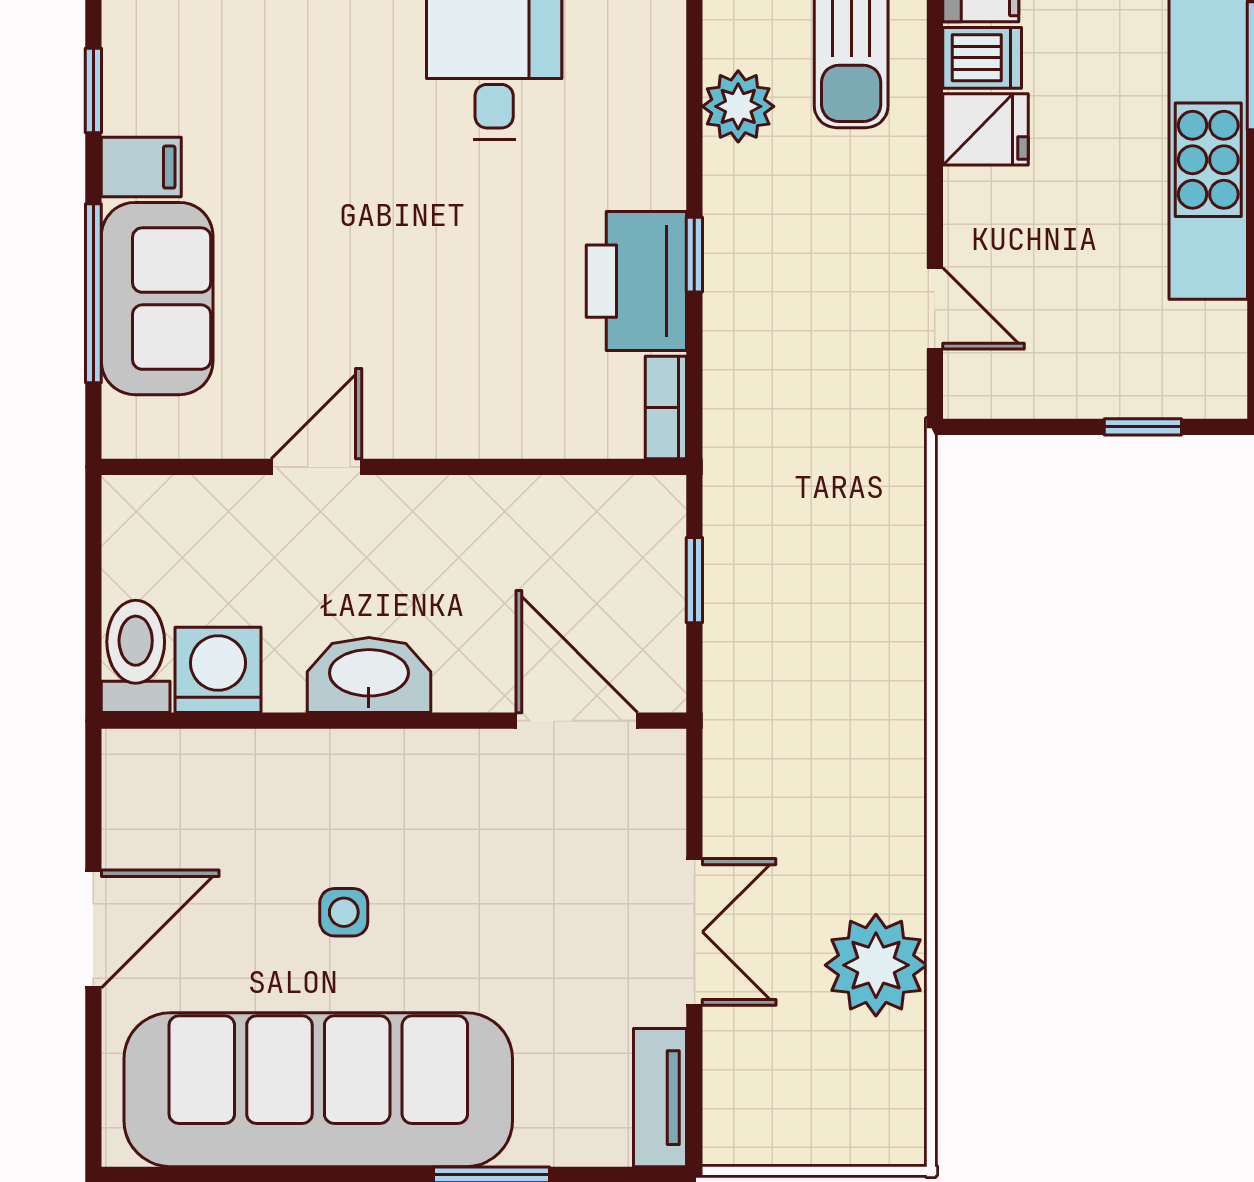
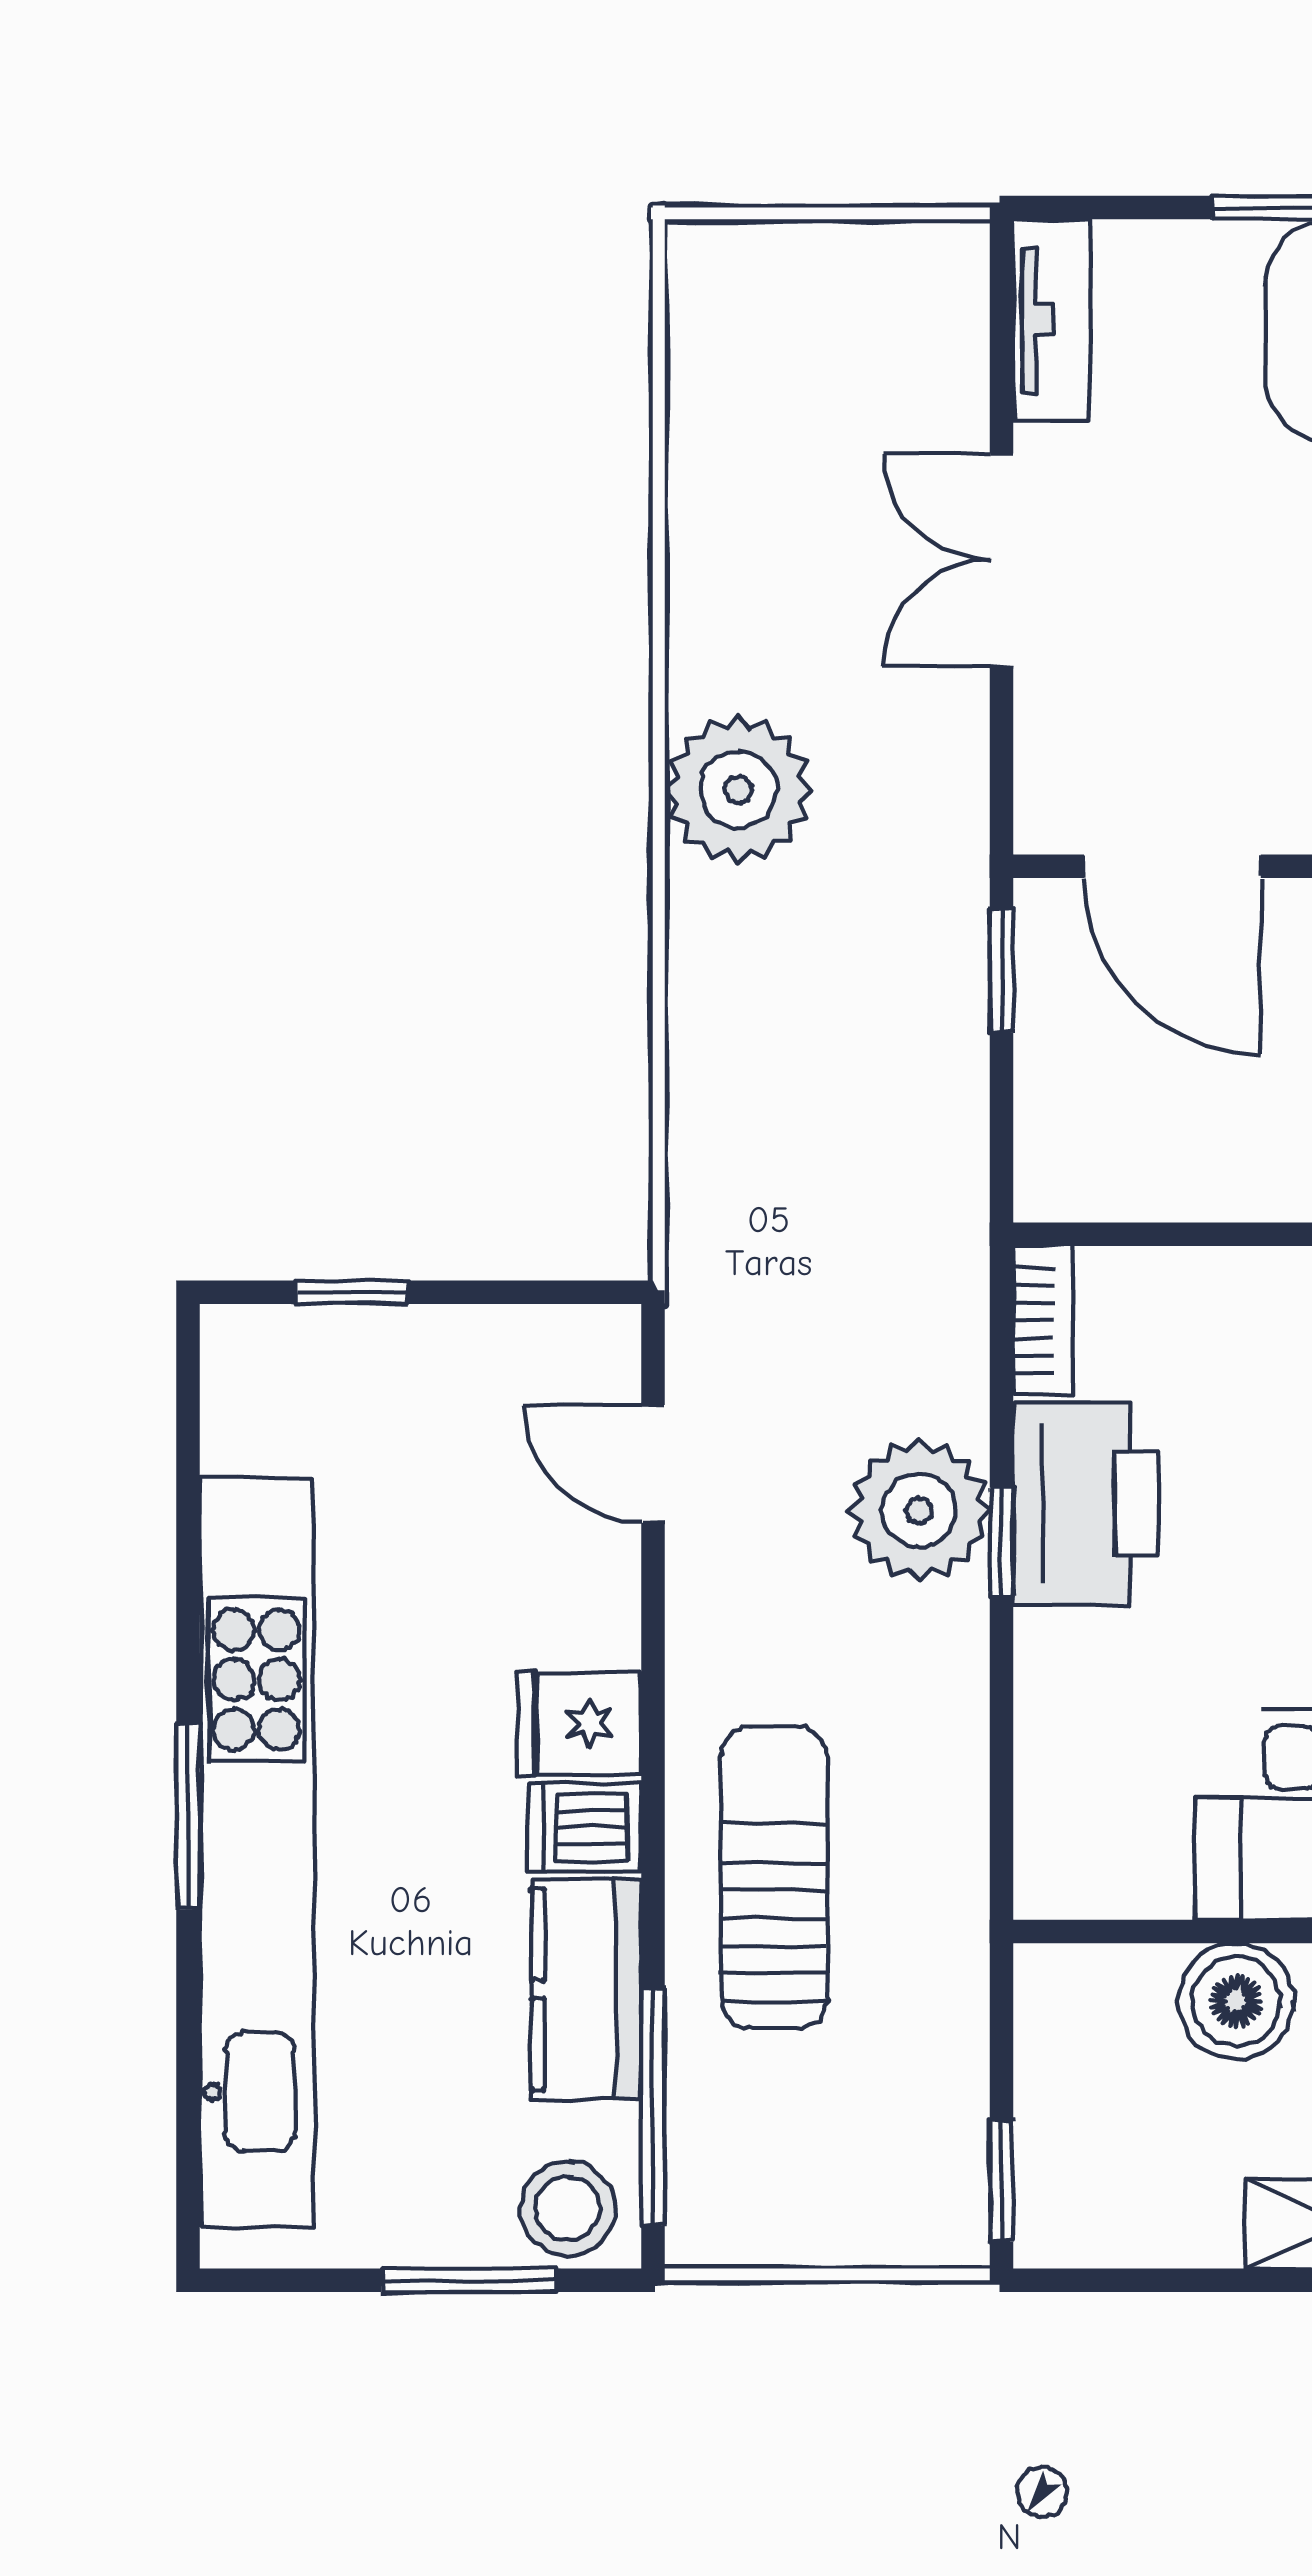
plant: (738, 106) -> (919, 1510), moved, width x1.36, depth x1.36
window: (694, 580) -> (1002, 970), moved
plant: (876, 965) -> (738, 789), moved

